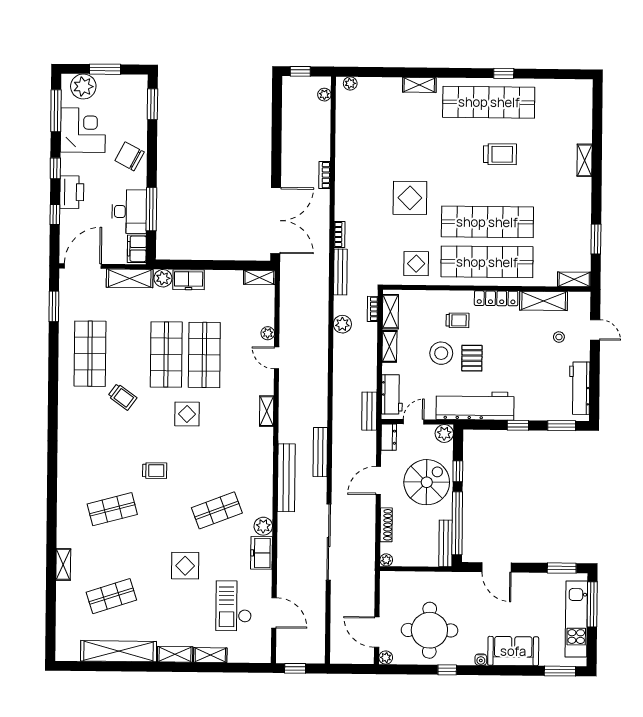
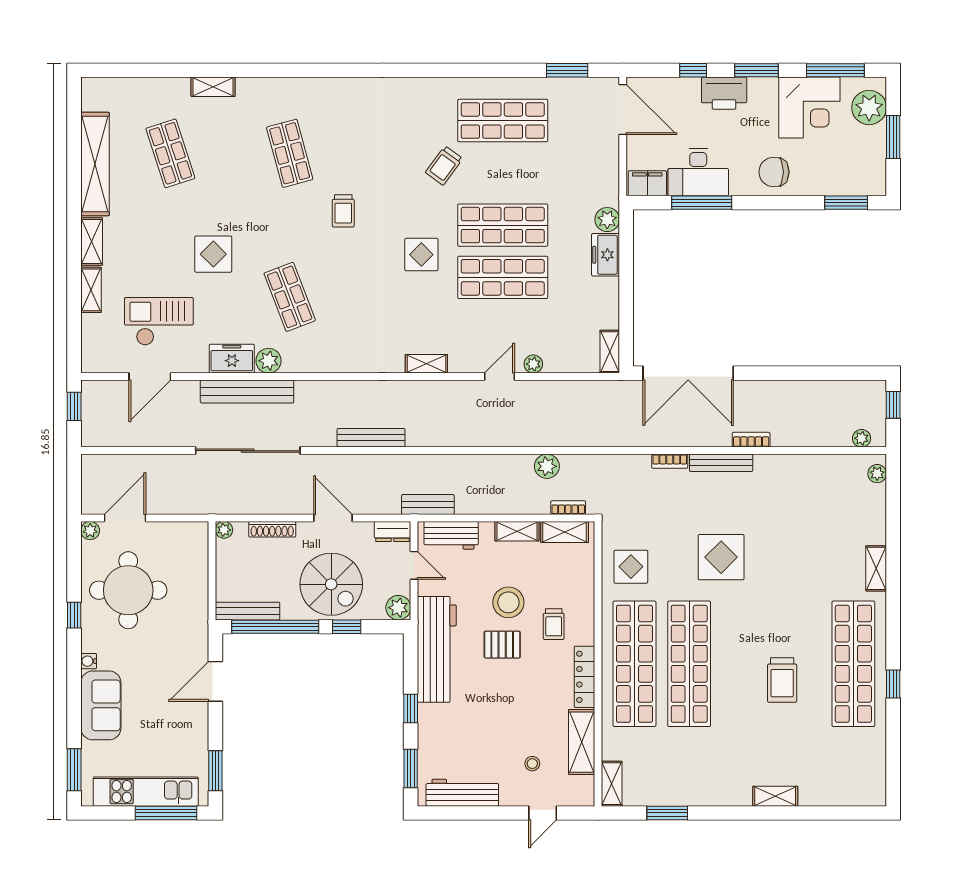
chair: (130, 156) -> (774, 172), turned -118
window: (55, 168) -> (757, 70), width x1.50
bench: (340, 272) -> (721, 463), moved
shelving: (130, 278) -> (607, 174), removed
bench: (286, 478) -> (247, 392), moved

